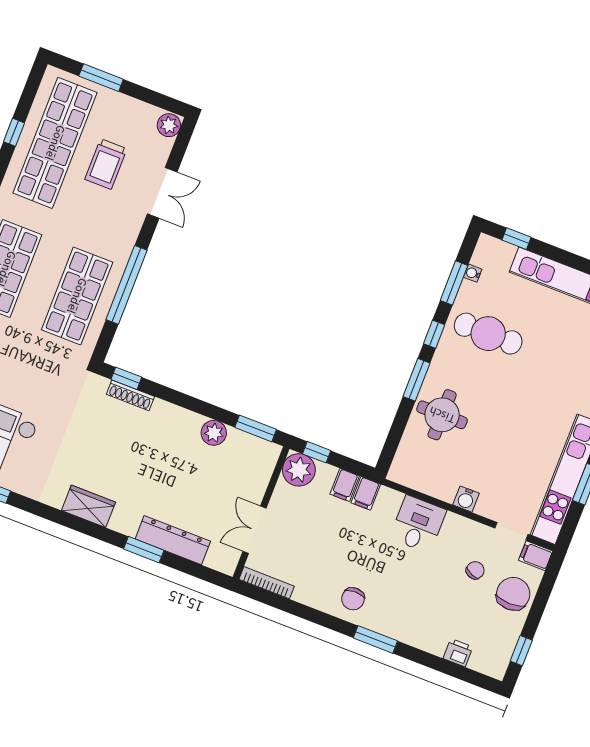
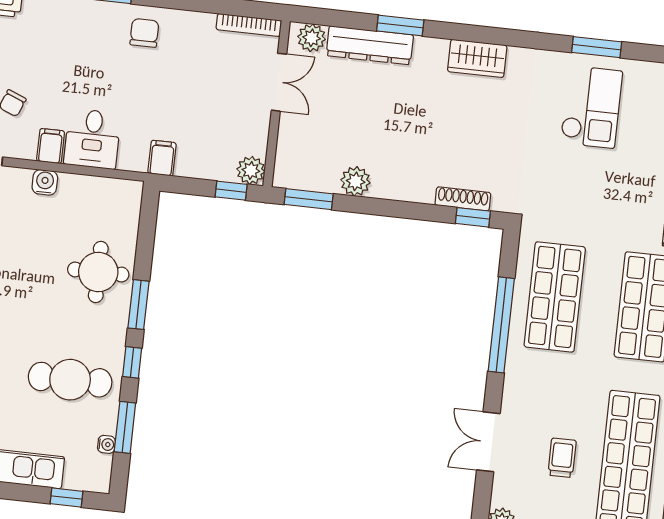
trolley: (106, 164) -> (562, 458), width x0.73, depth x0.72
plant: (299, 470) -> (251, 170), width x0.73, depth x0.73
filing cabinet: (345, 485) -> (51, 146), moved
plant: (218, 559) -> (312, 38), added

